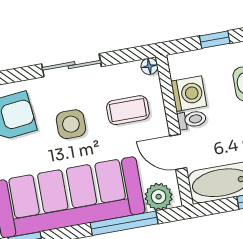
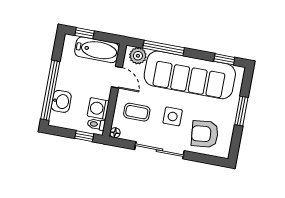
window: (215, 40) -> (84, 136), moved
sliding door: (72, 65) -> (159, 150), width x1.37
toilet: (192, 120) -> (96, 124), moved

